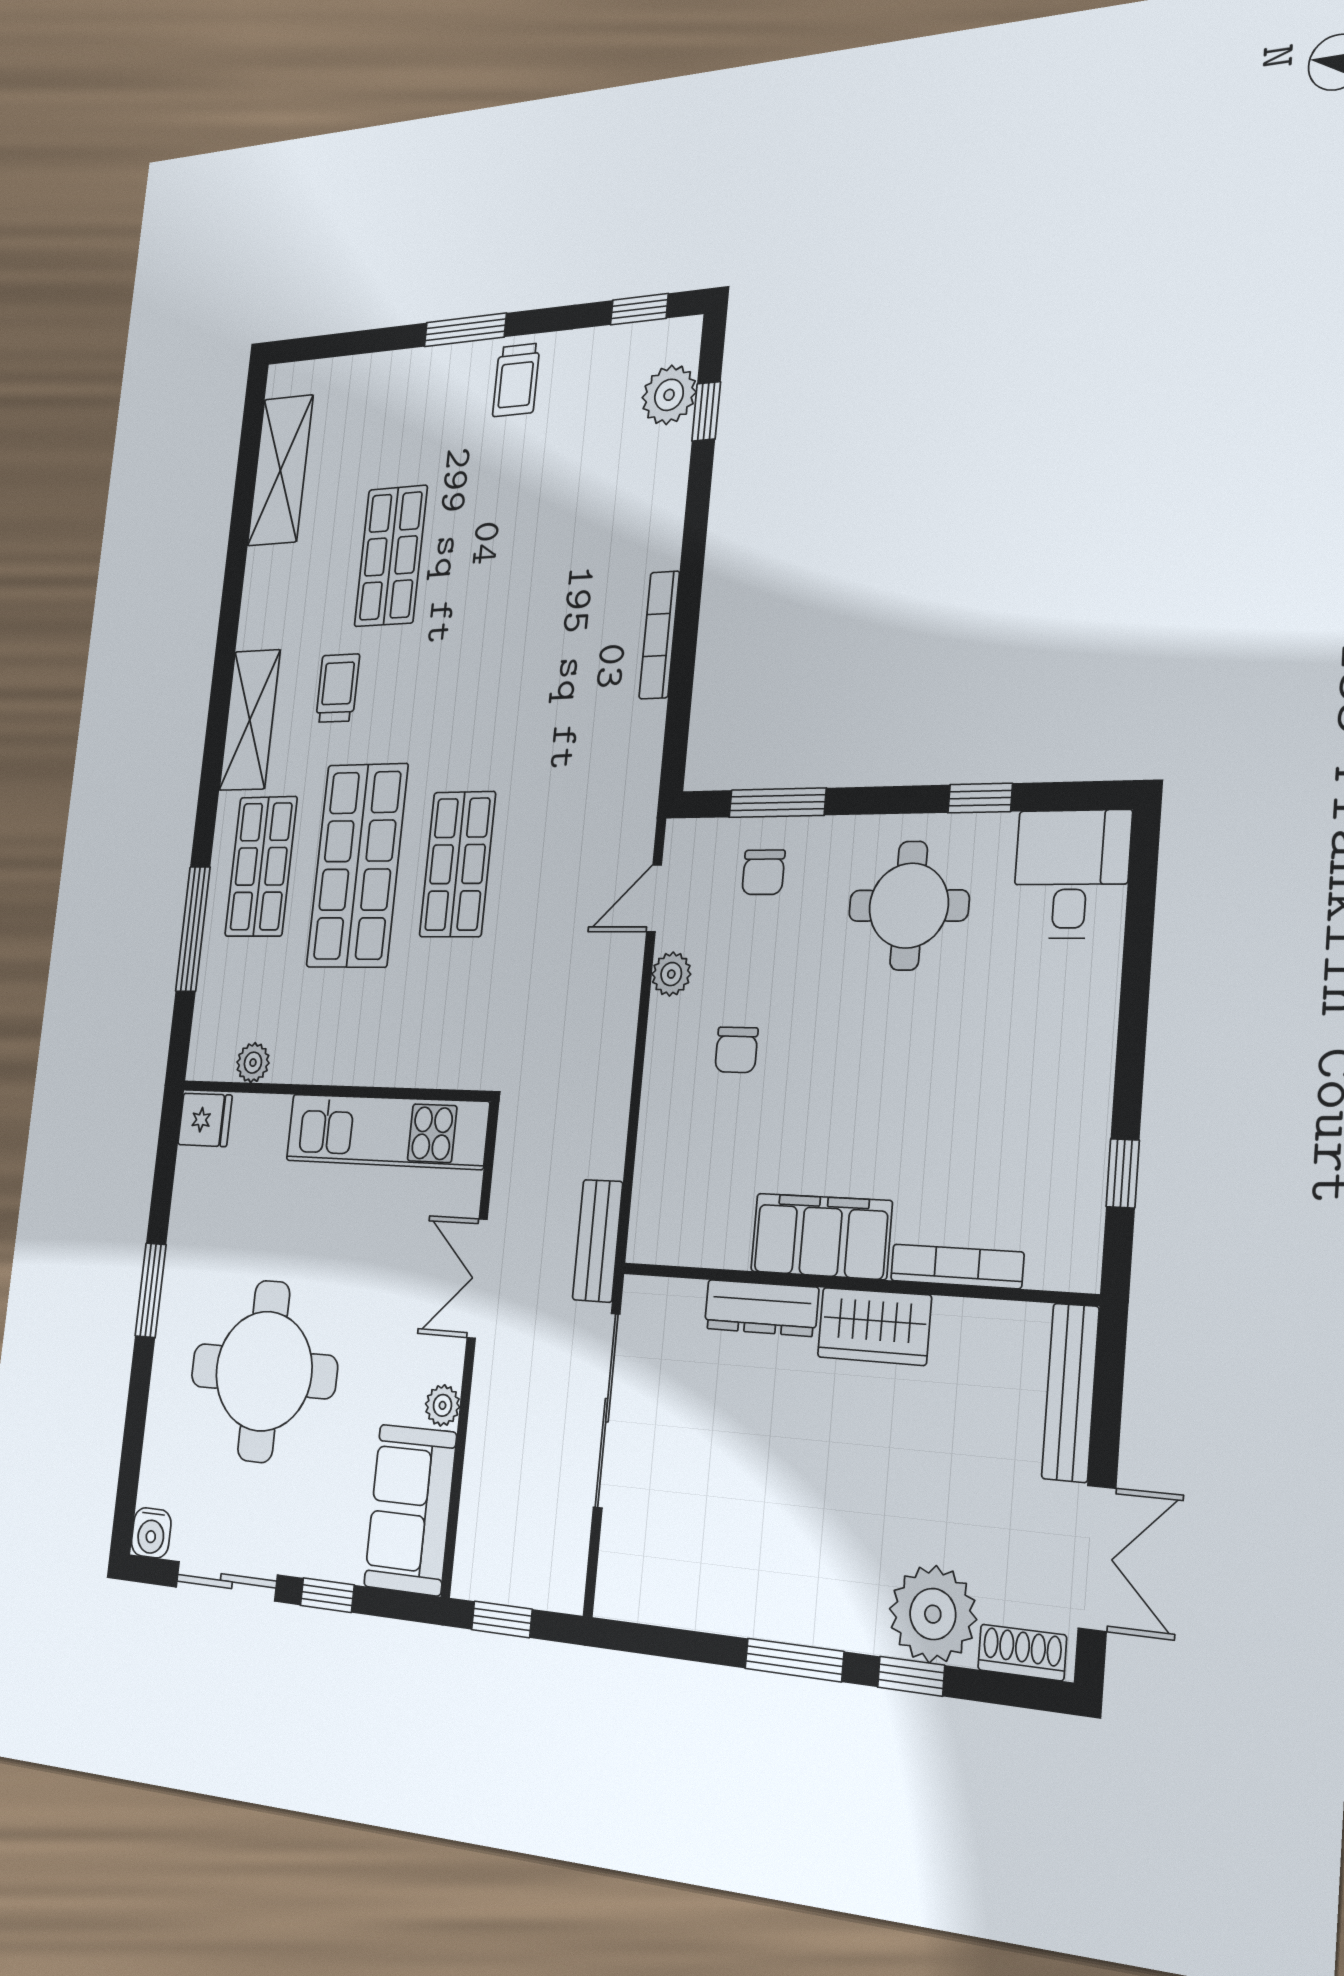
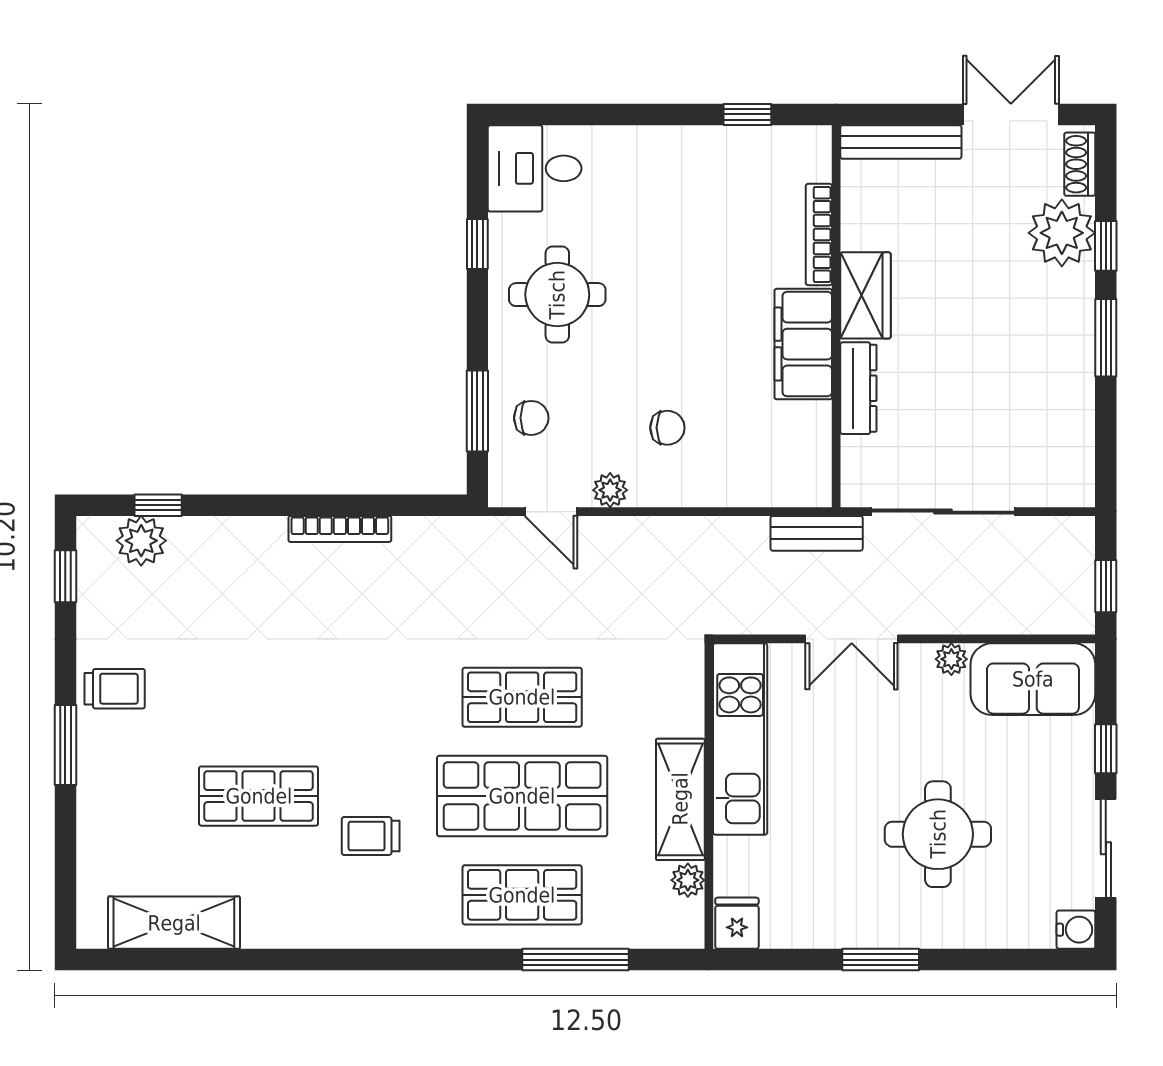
shelving: (250, 720) -> (680, 799), moved, turned 90
round table: (264, 1371) -> (938, 834), width x0.73, depth x0.73

